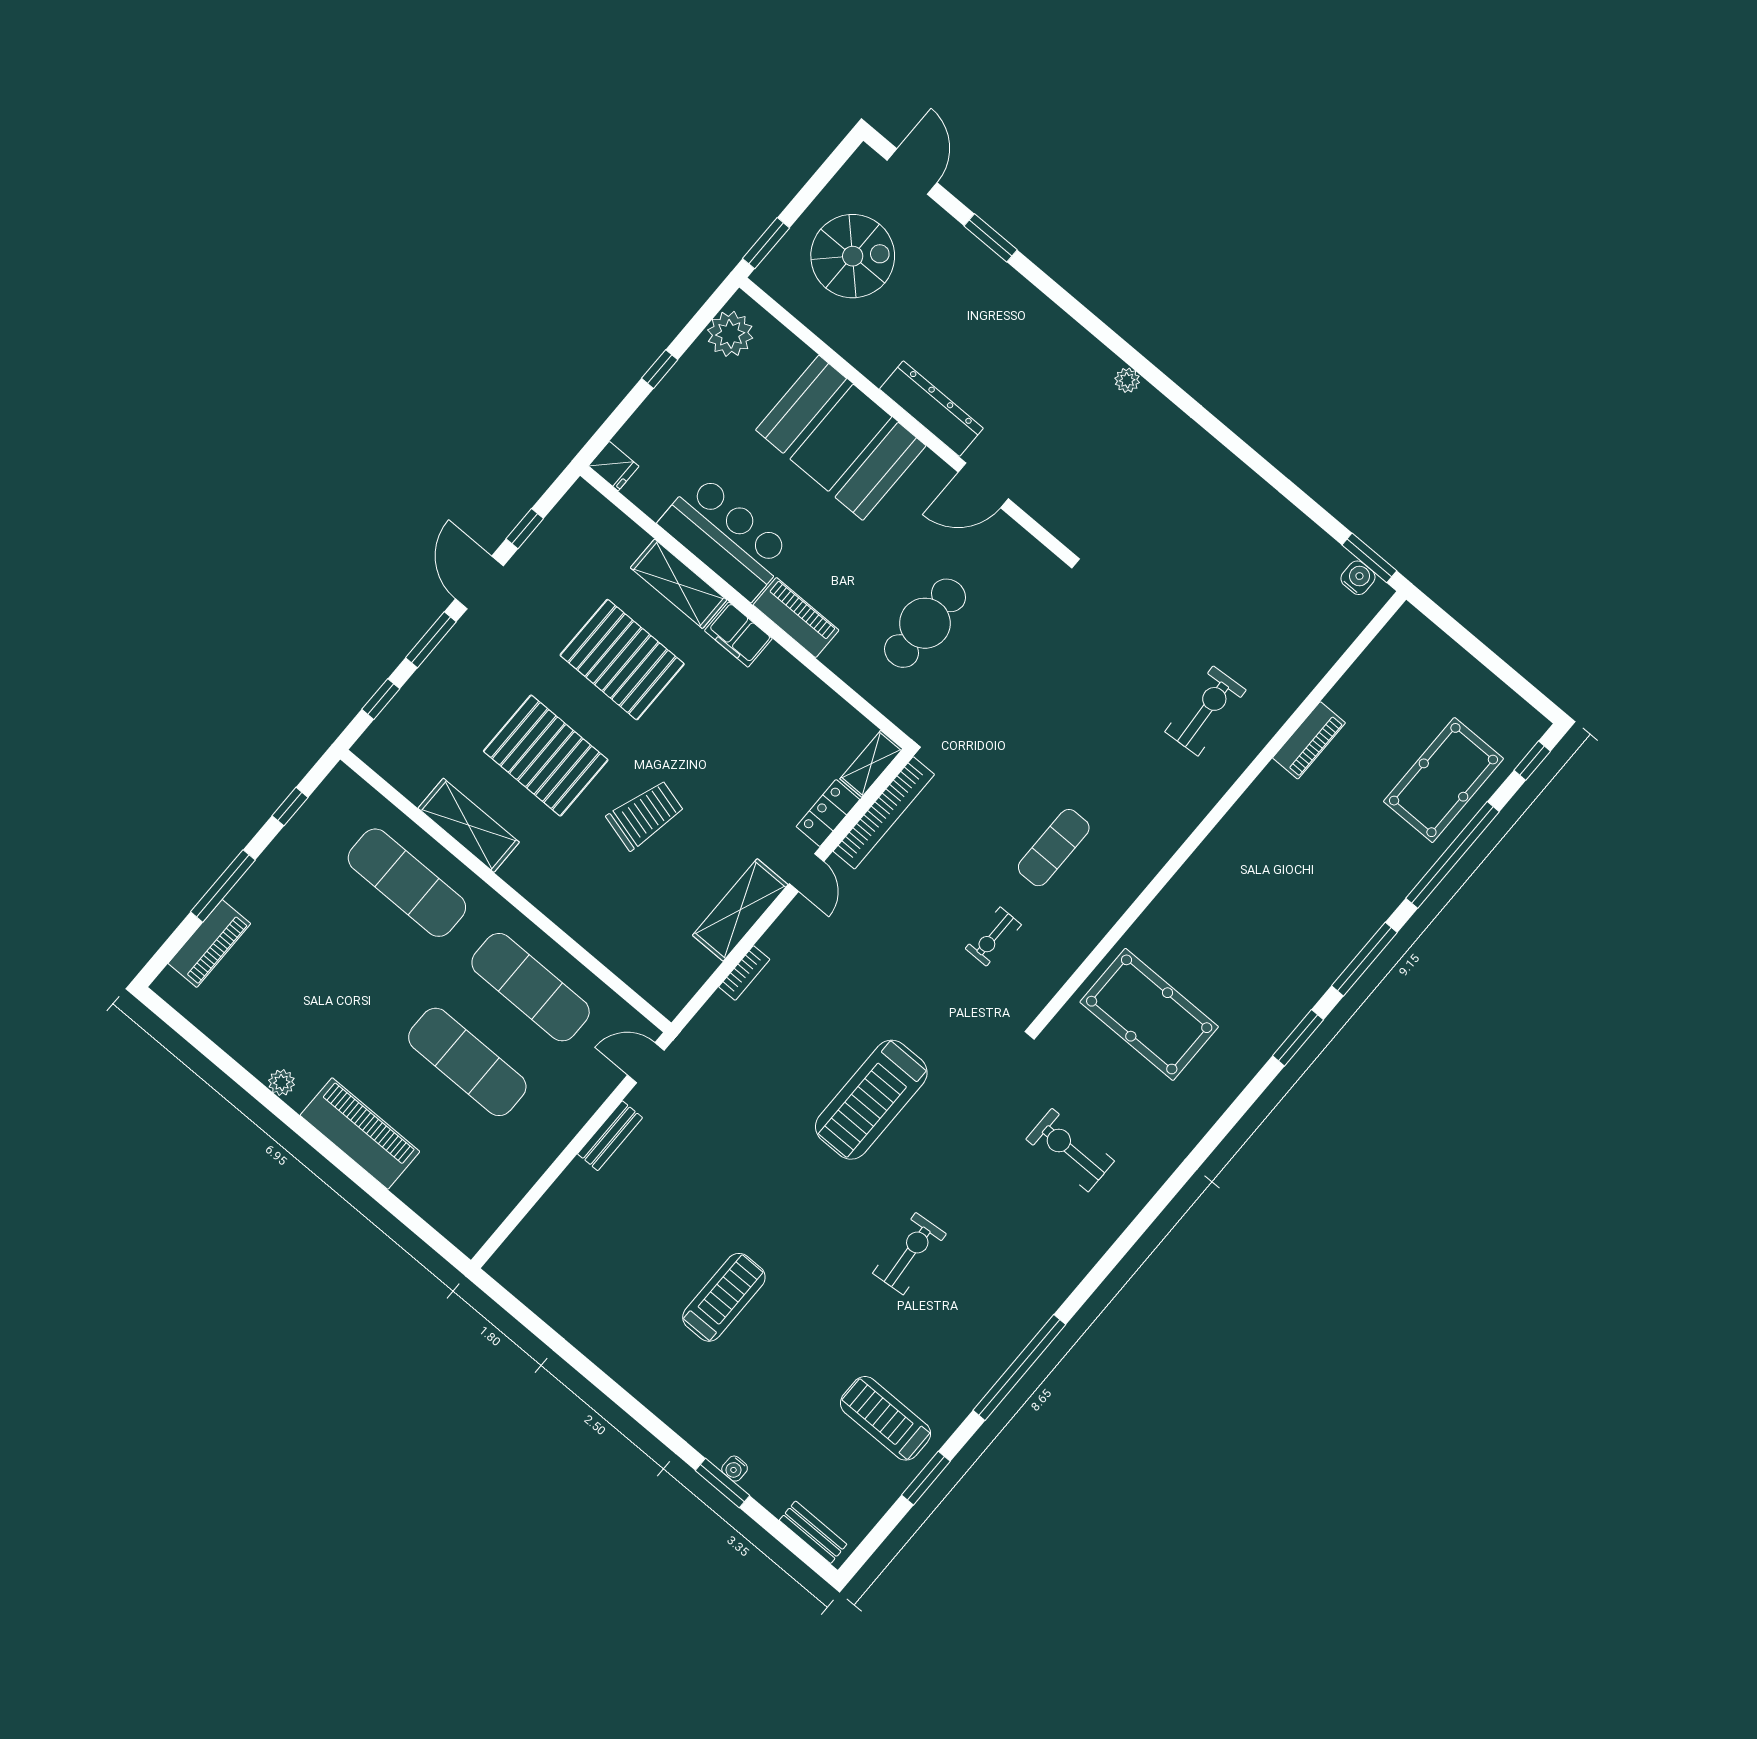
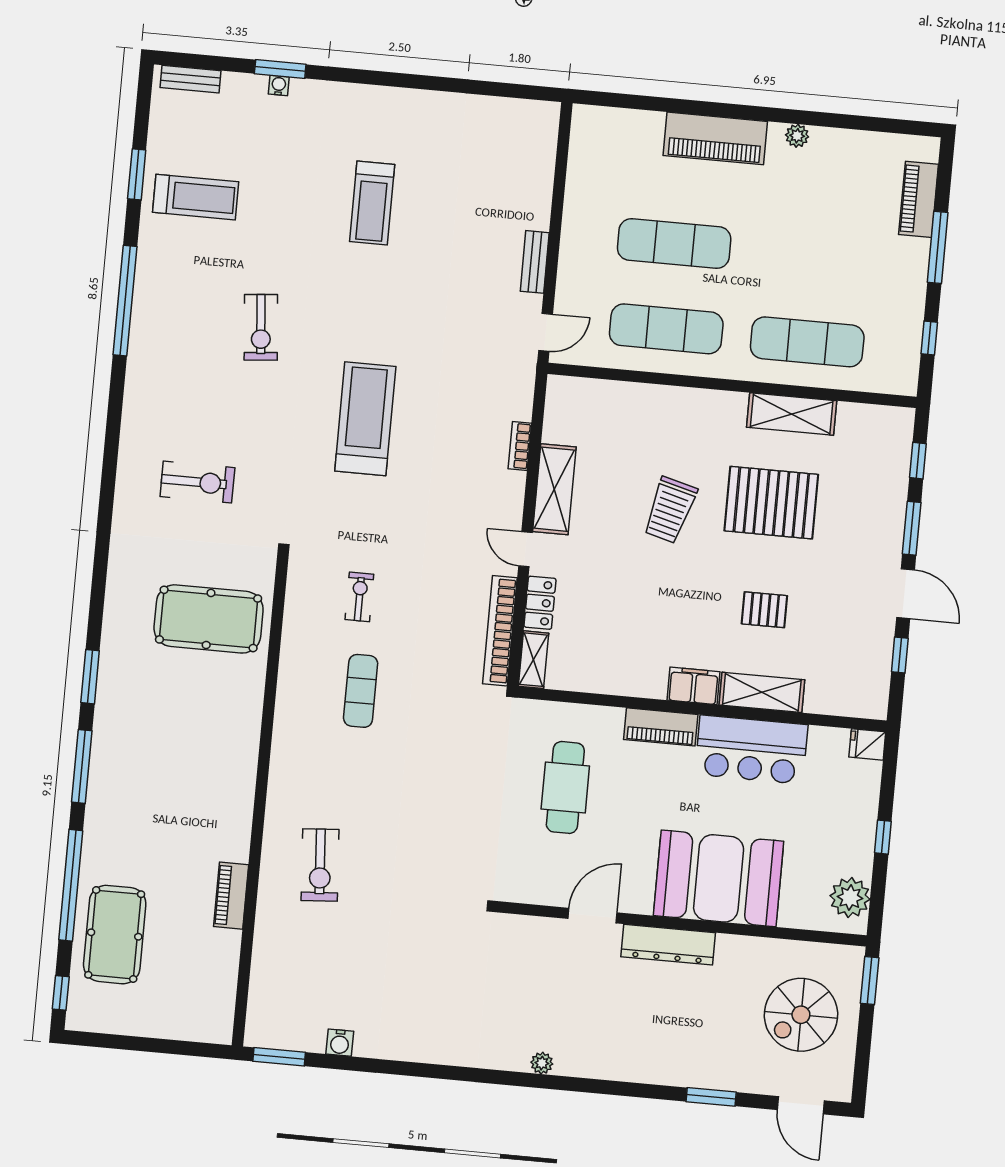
water cooler: (1358, 578) -> (340, 1043), moved
pallet: (622, 660) -> (764, 610), width x0.49, depth x0.50

